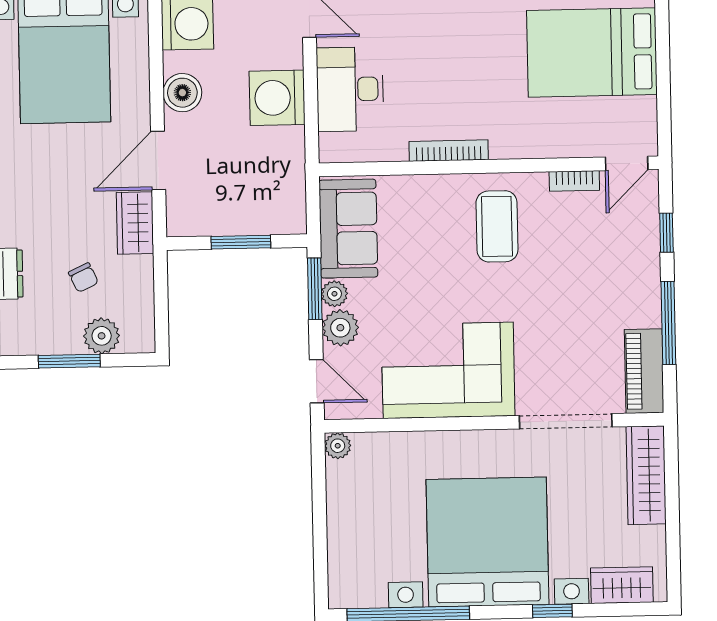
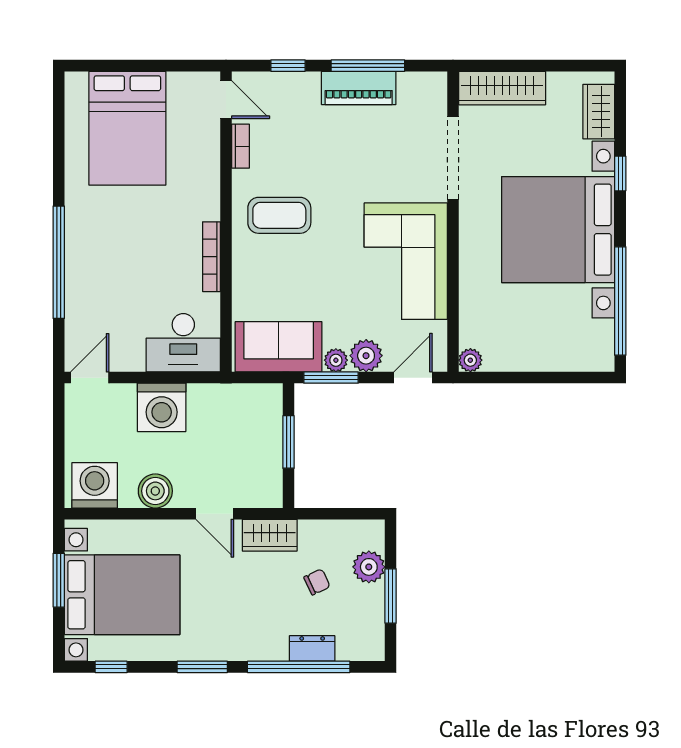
desk: (350, 89) -> (183, 343), moved
door: (158, 160) -> (215, 514), width x0.73
piano: (644, 371) -> (359, 88), moved

